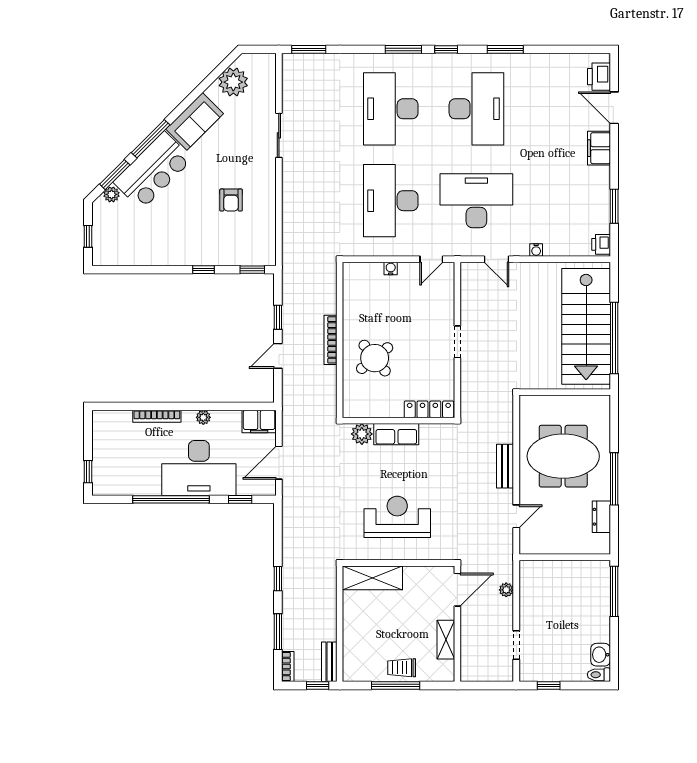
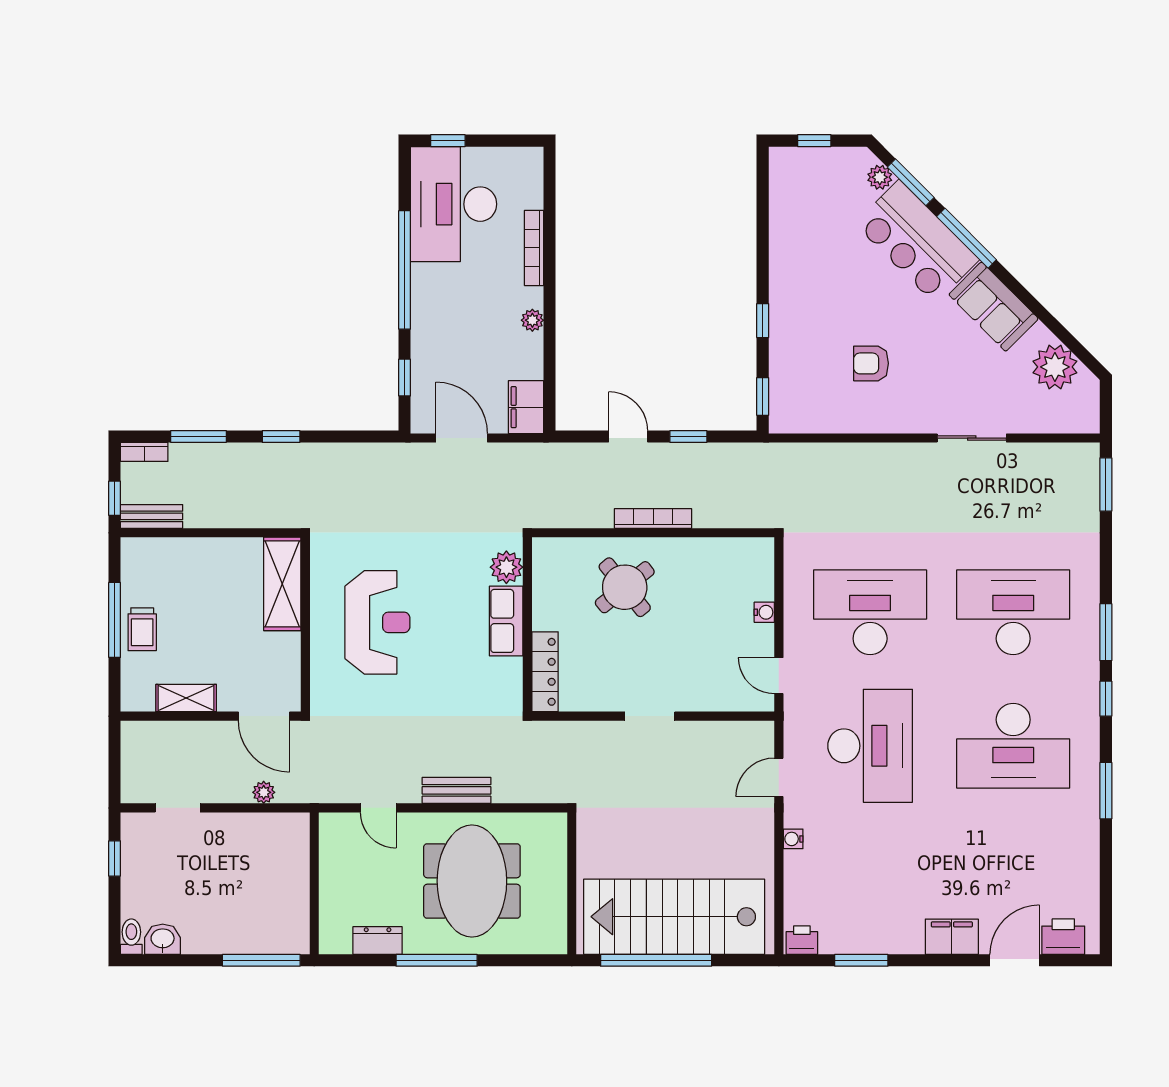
desk: (199, 468) -> (454, 204), moved
trolley: (402, 668) -> (142, 629), turned 180

